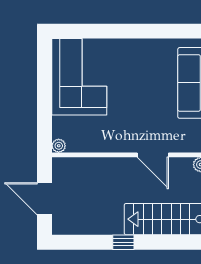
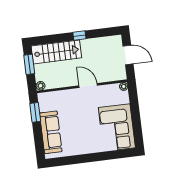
door: (153, 155) -> (88, 86), moved

